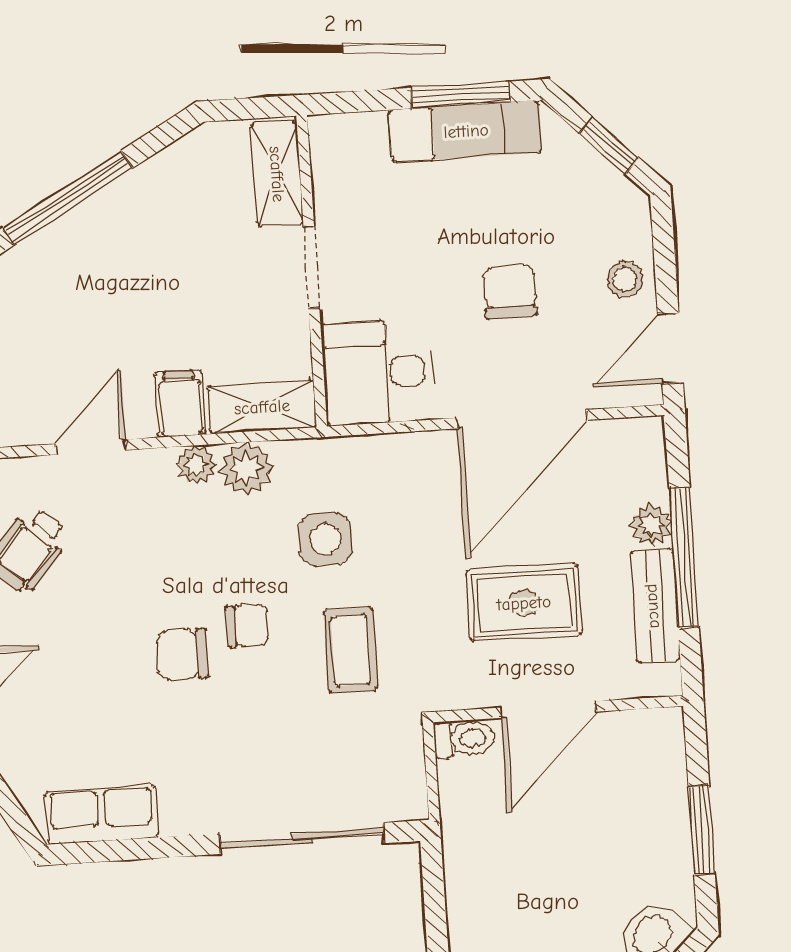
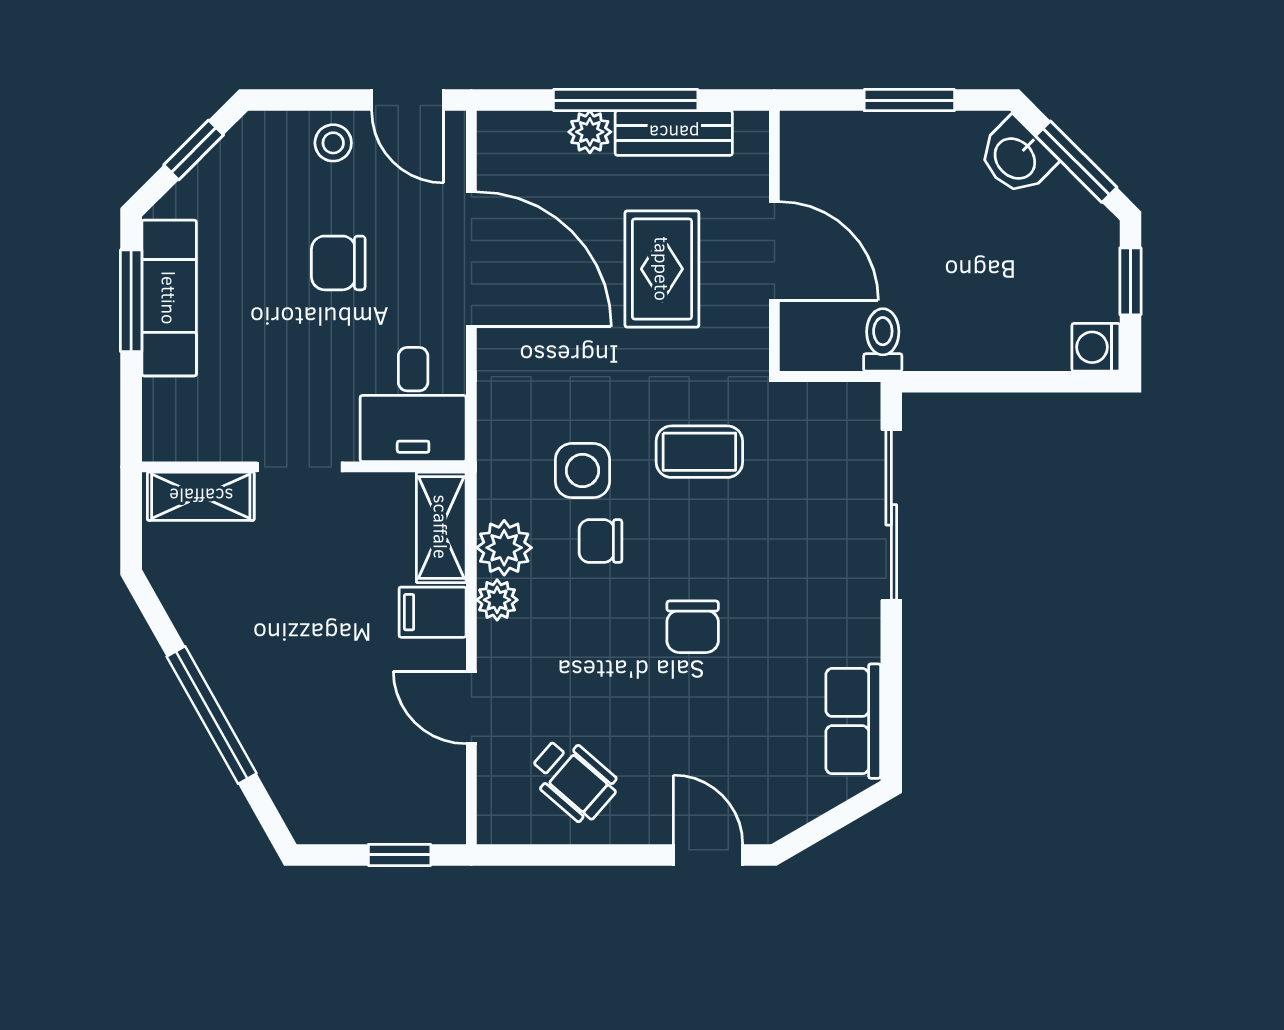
chair: (247, 626) -> (600, 541), moved, turned -90
toilet: (464, 739) -> (883, 340), moved

